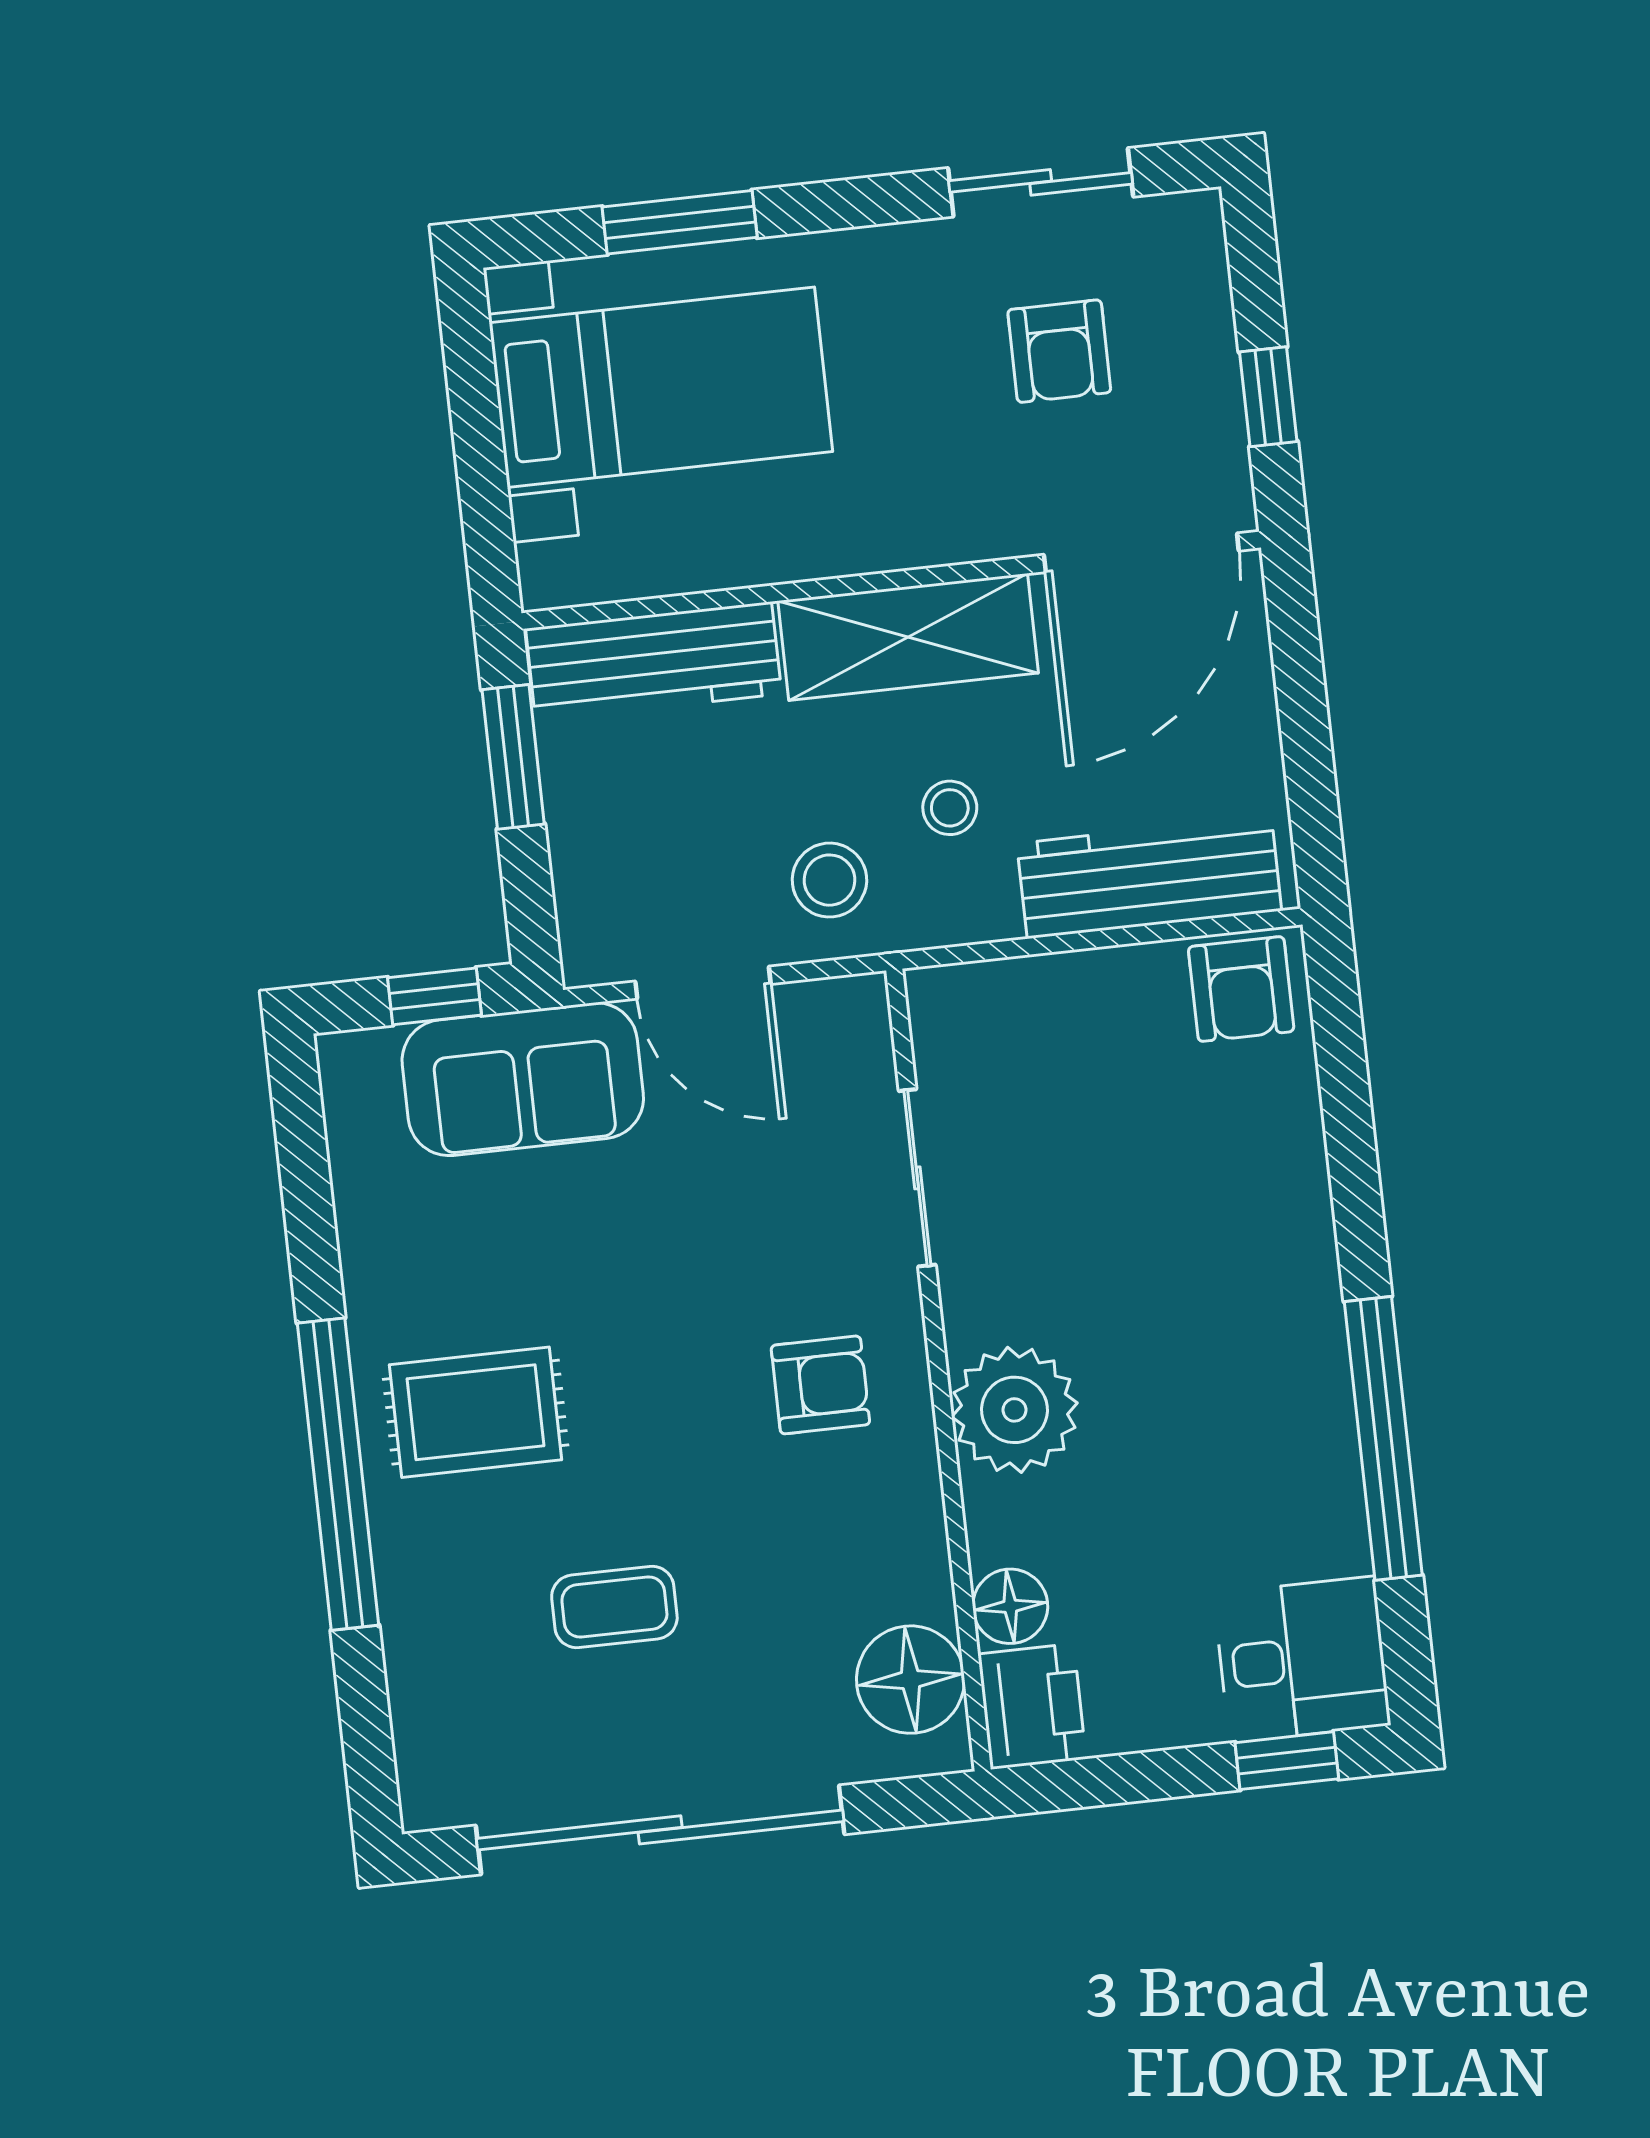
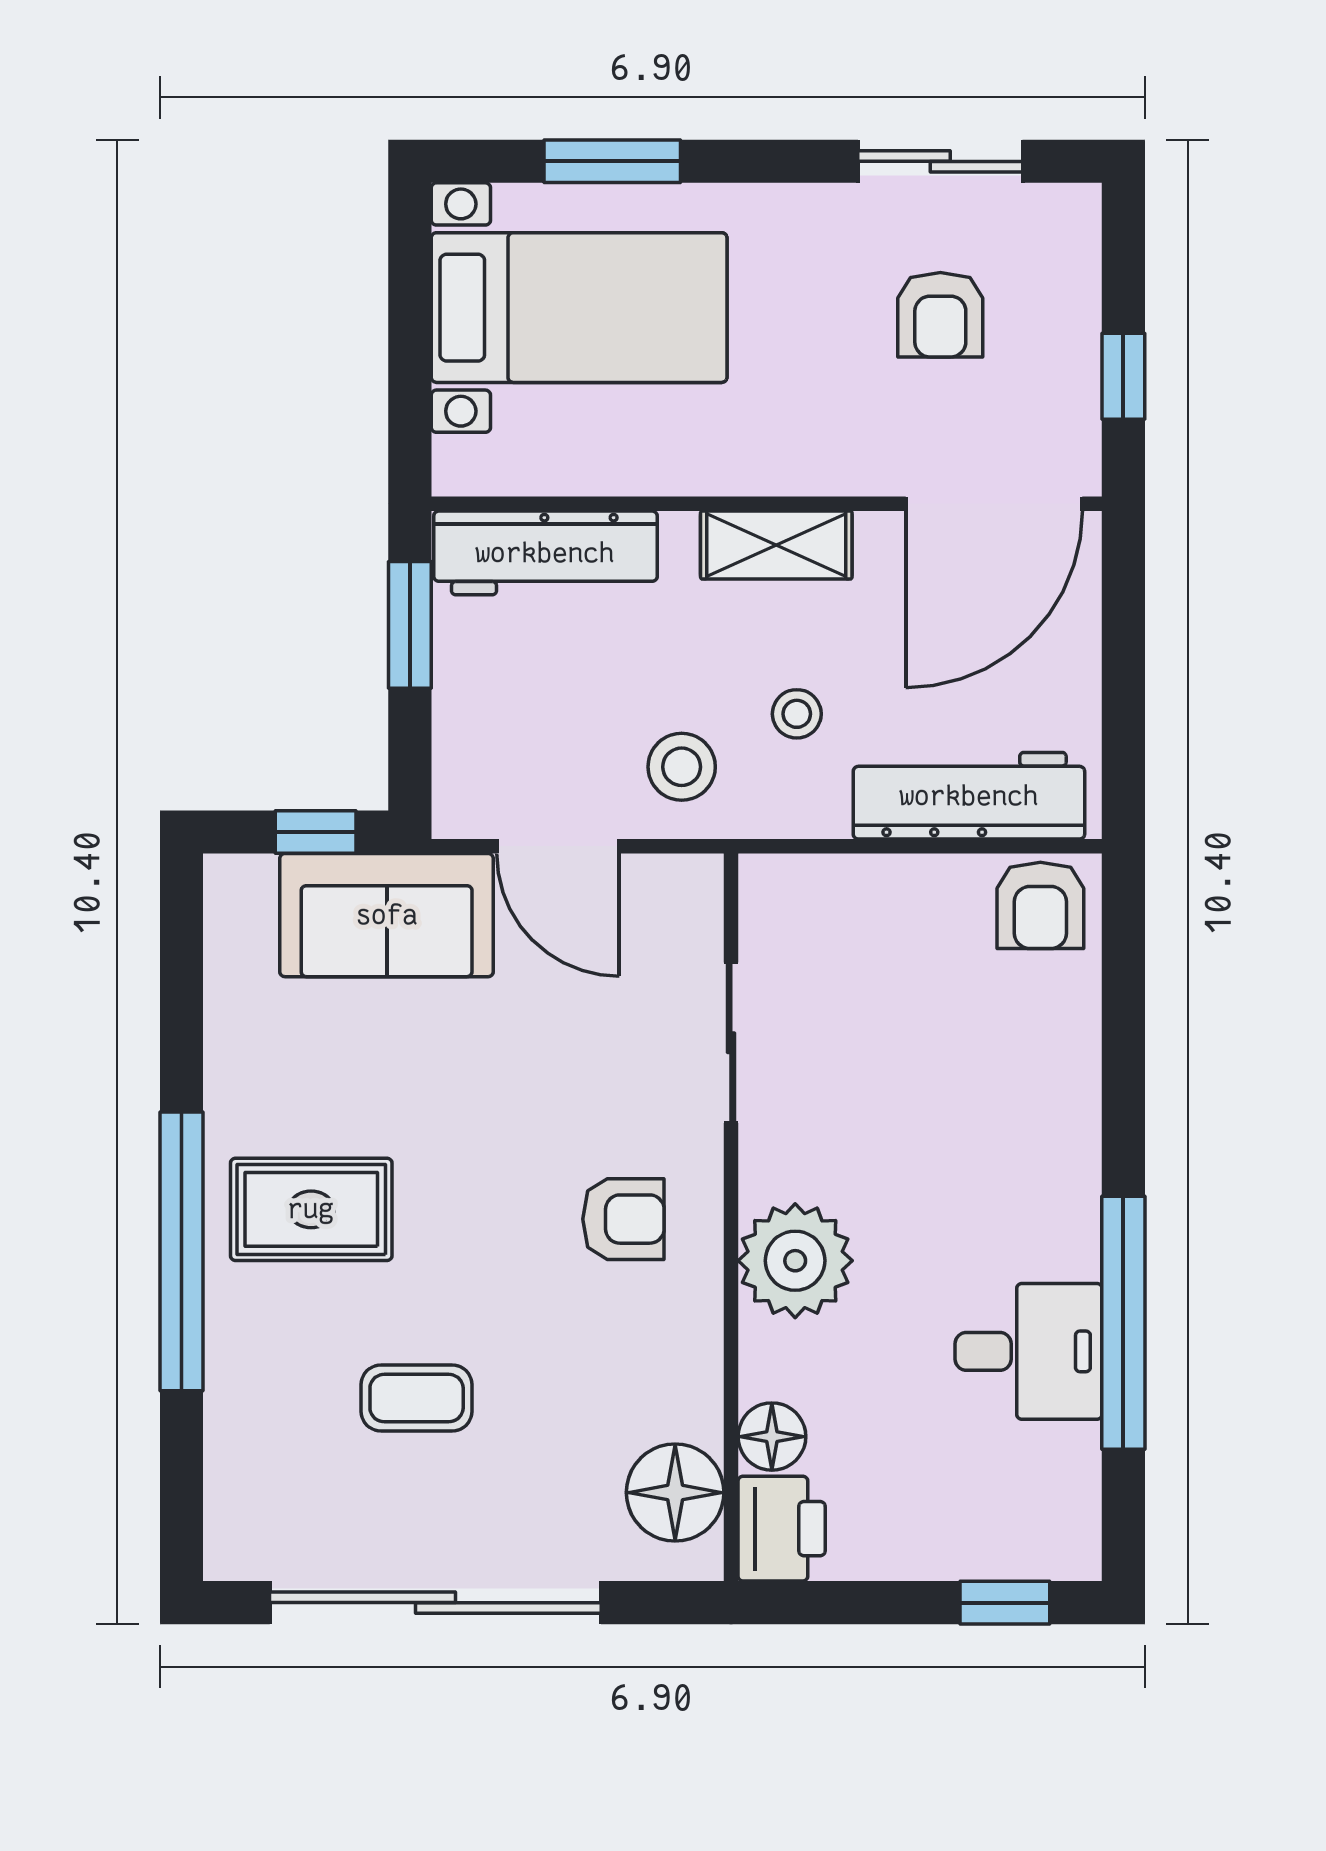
shelving: (908, 637) -> (776, 545), width x0.67, depth x0.75
desk: (1302, 1659) -> (1029, 1351), moved

